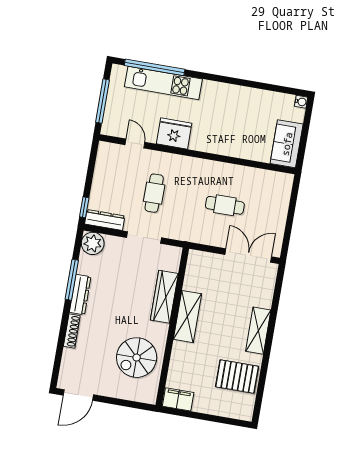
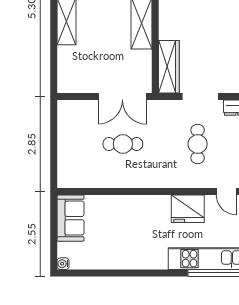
double door: (248, 256) -> (122, 97), moved
wardrobe: (164, 297) -> (169, 67), moved

